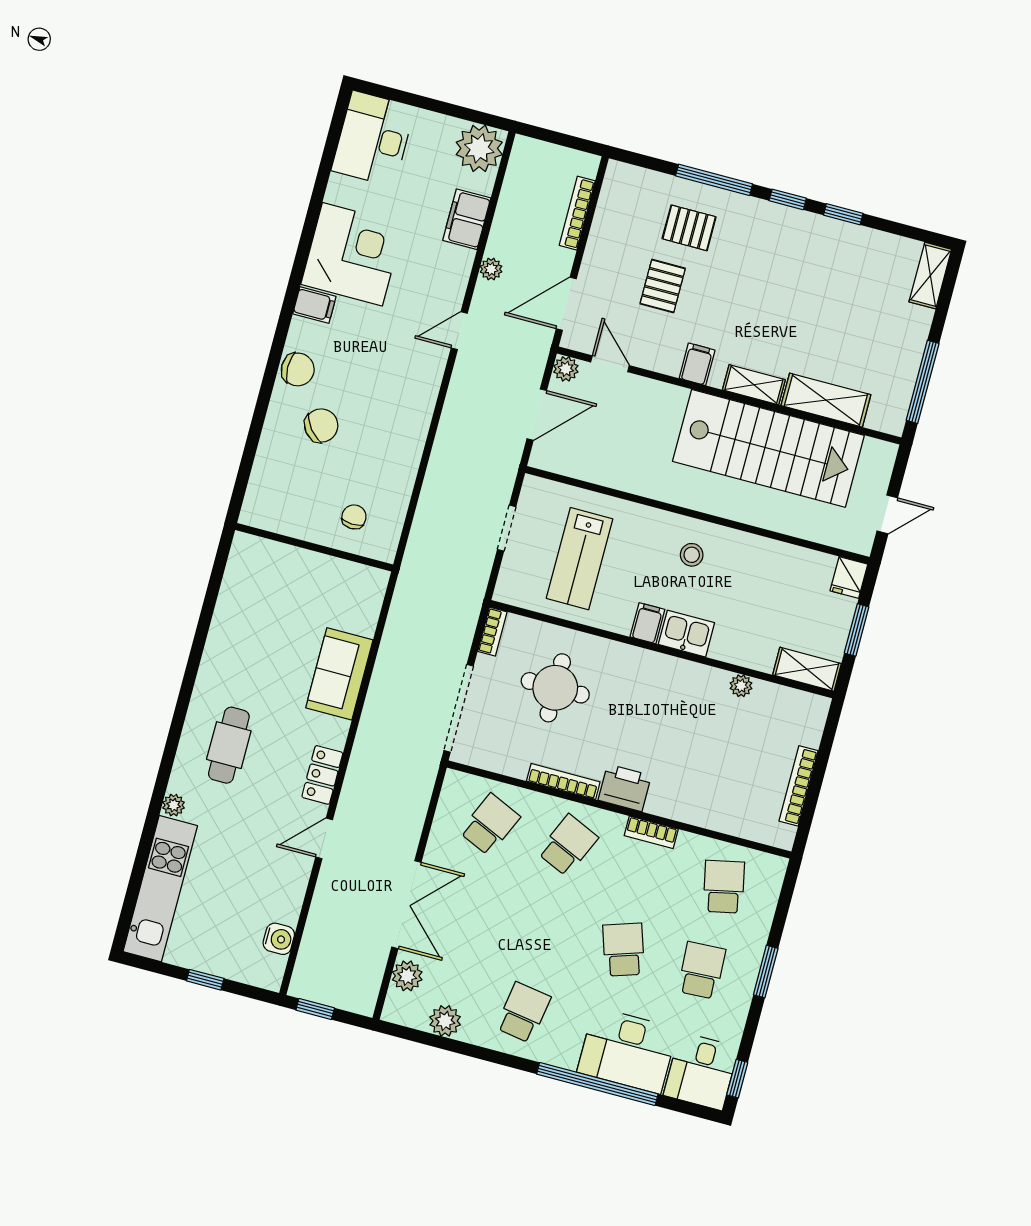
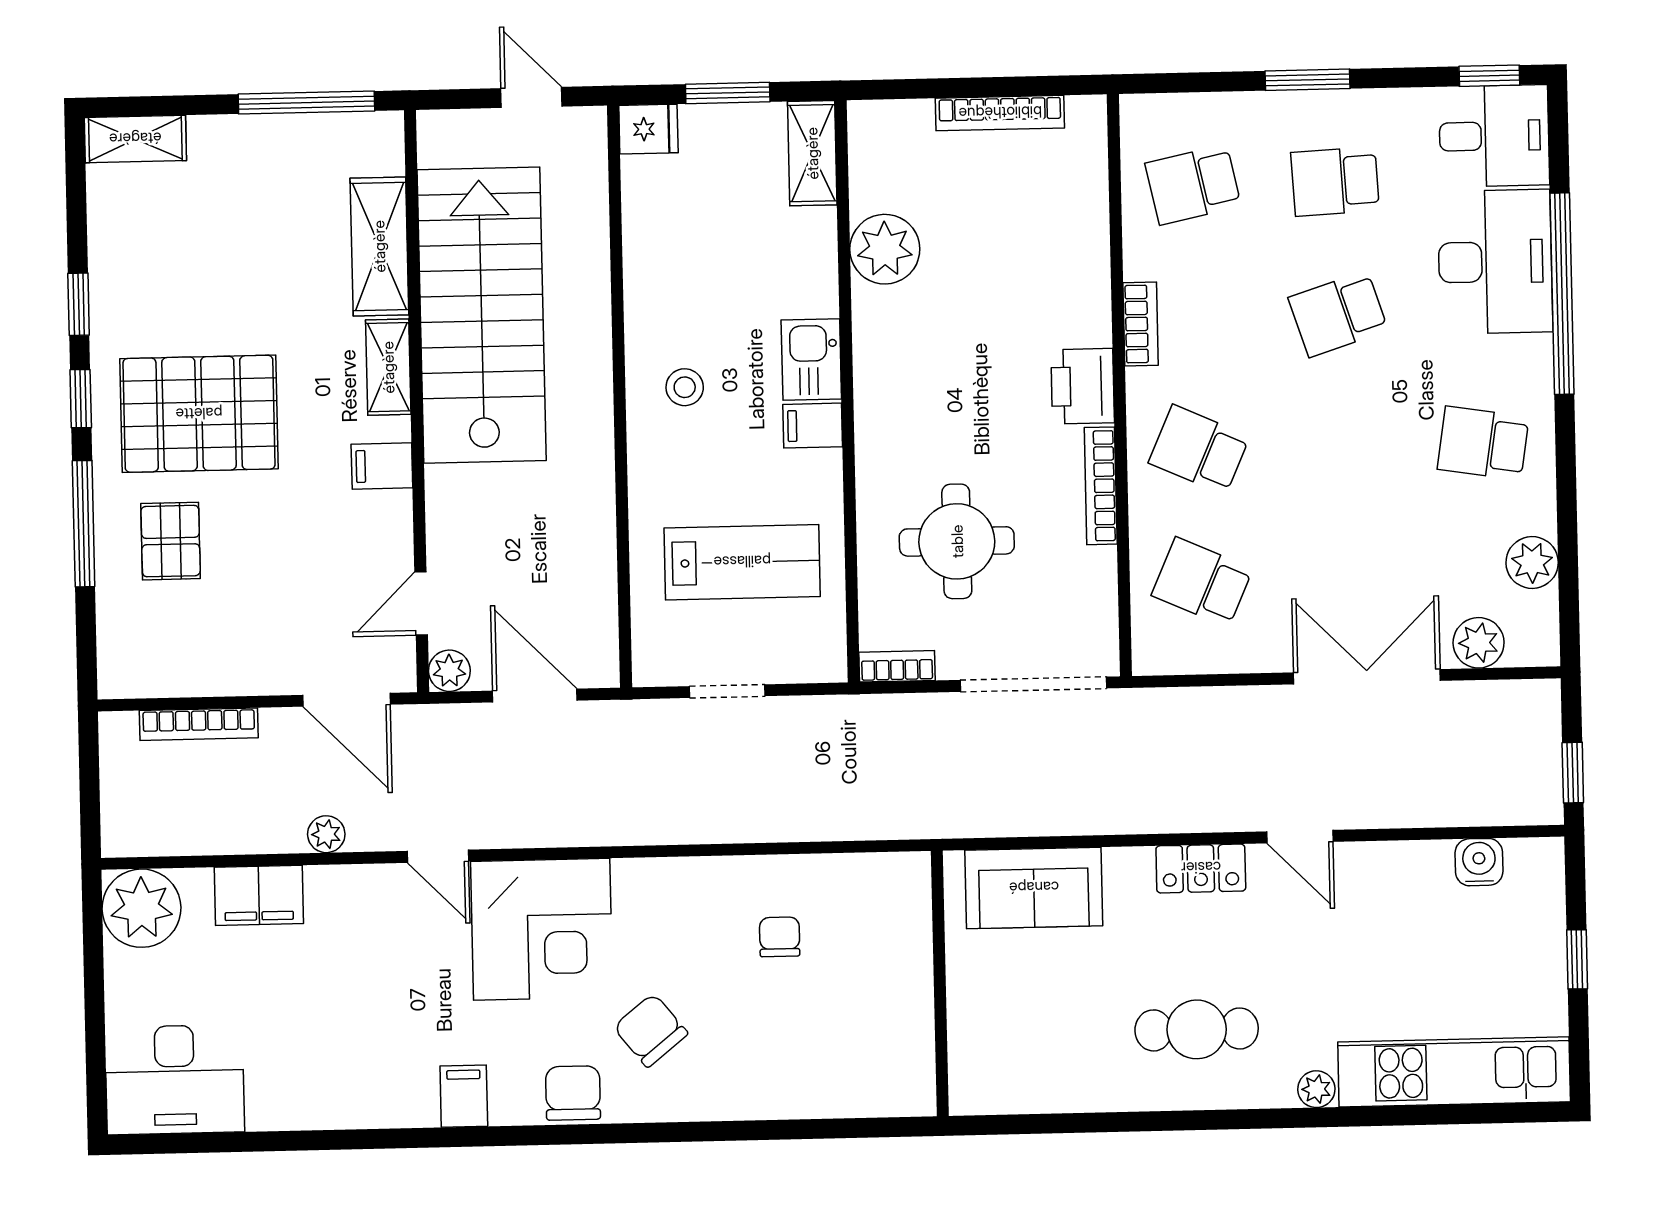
corner desk: (352, 254) -> (542, 929), moved, turned 180
pallet: (663, 286) -> (199, 414), moved, width x2.05, depth x2.00
chair: (354, 517) -> (780, 937), turned 88
wall: (314, 547) -> (940, 983), moved
plant: (741, 686) -> (885, 249), width x1.87, depth x1.87

